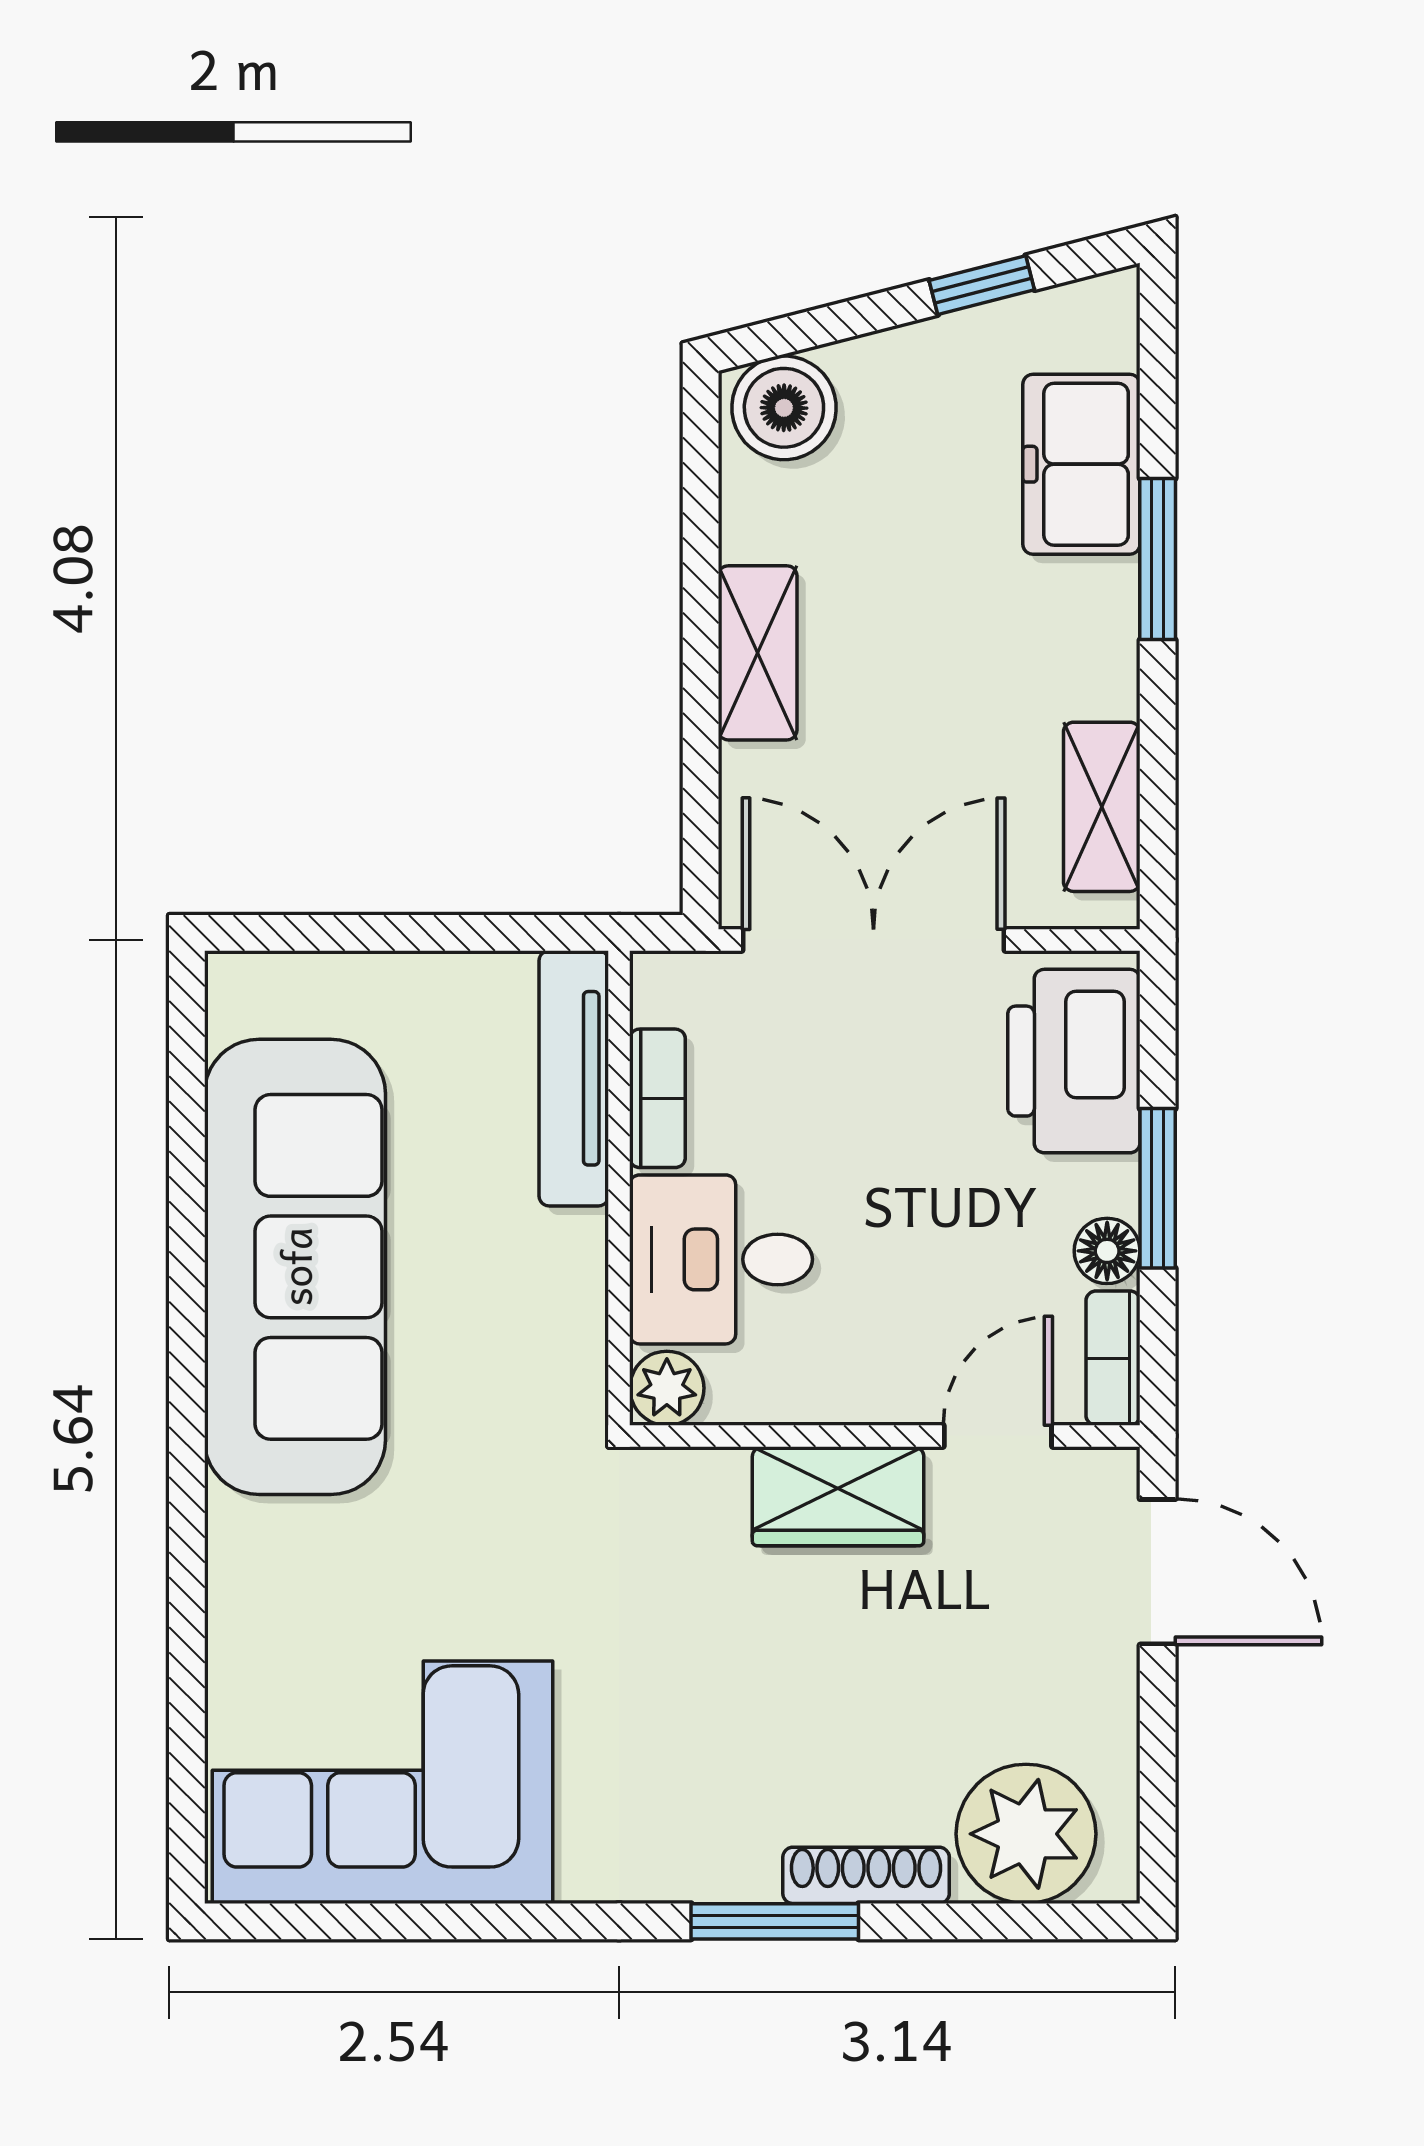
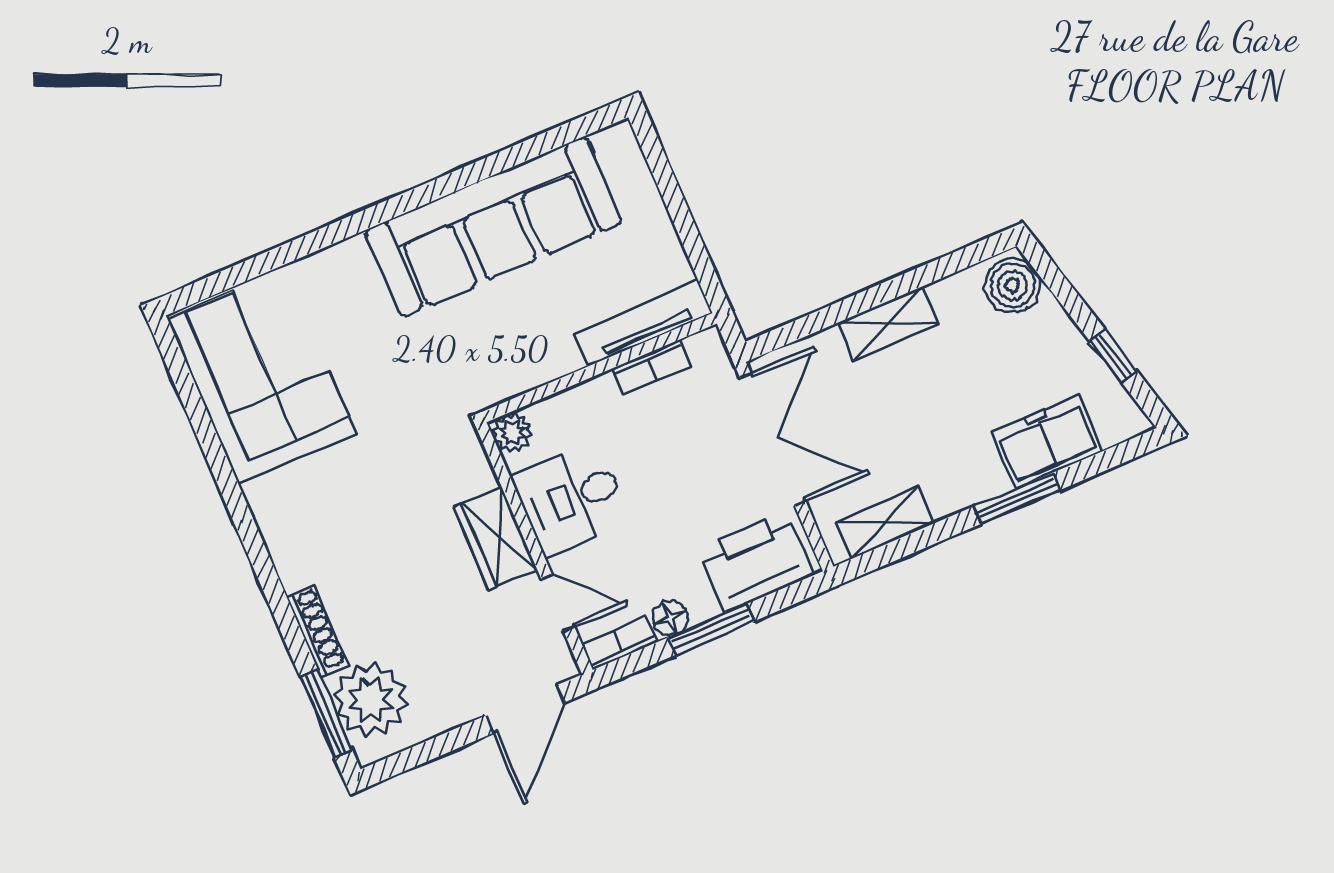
desk: (721, 1259) -> (572, 499), moved, turned -90
window: (775, 1921) -> (326, 713), moved

